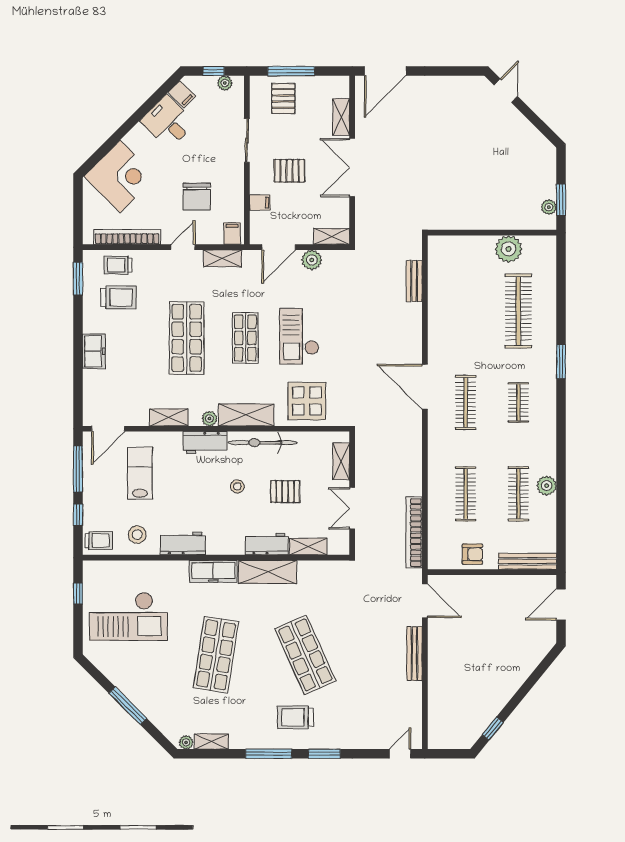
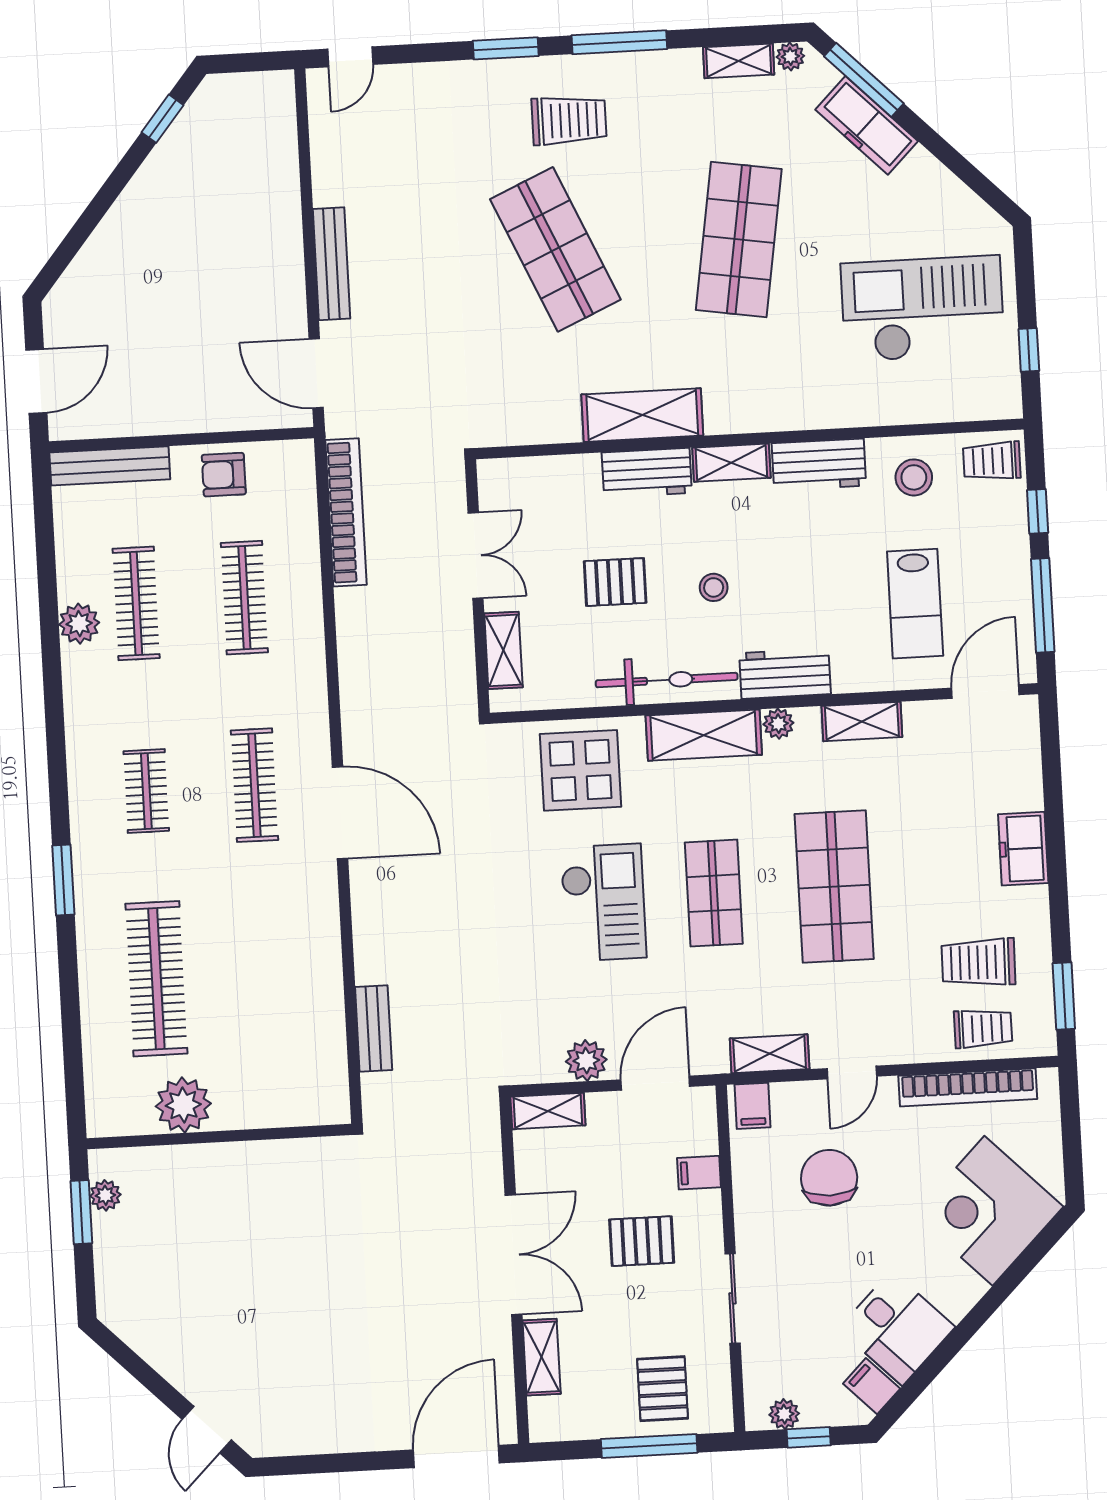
shelving: (308, 547) -> (731, 463), moved
freezer: (213, 571) -> (867, 125), moved, turned -135
window: (128, 706) -> (864, 80), moved

